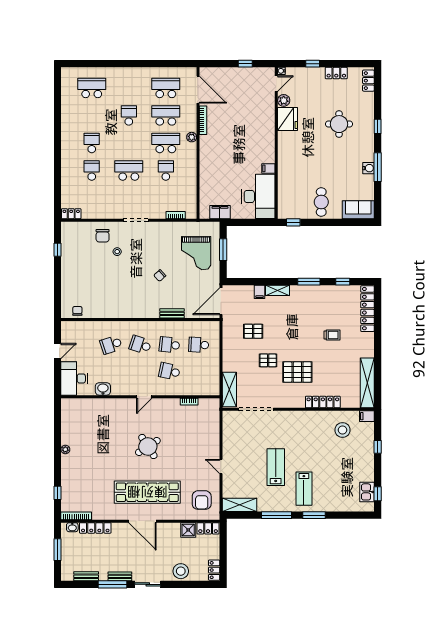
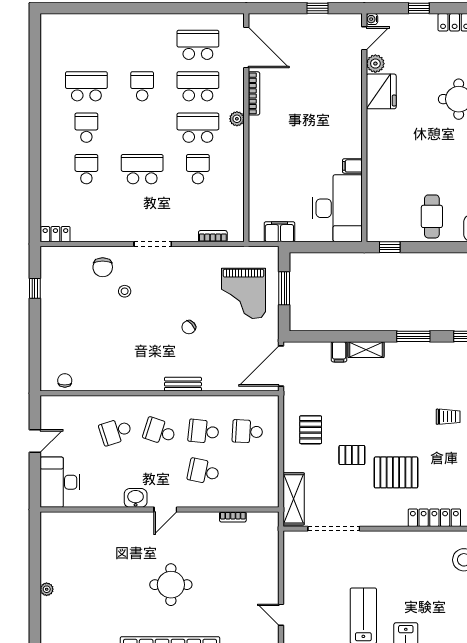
school desk: (92, 88) -> (86, 86), moved
bench: (172, 313) -> (183, 384), moved
pallet: (253, 331) -> (311, 430), moved, turned 90
washbasin: (103, 389) -> (136, 498), moved
round table: (148, 447) -> (171, 585), turned 33

